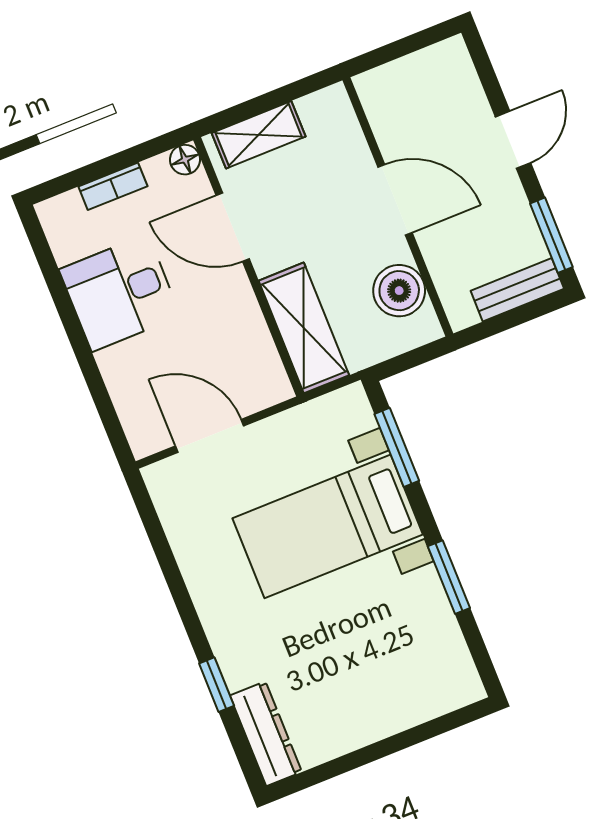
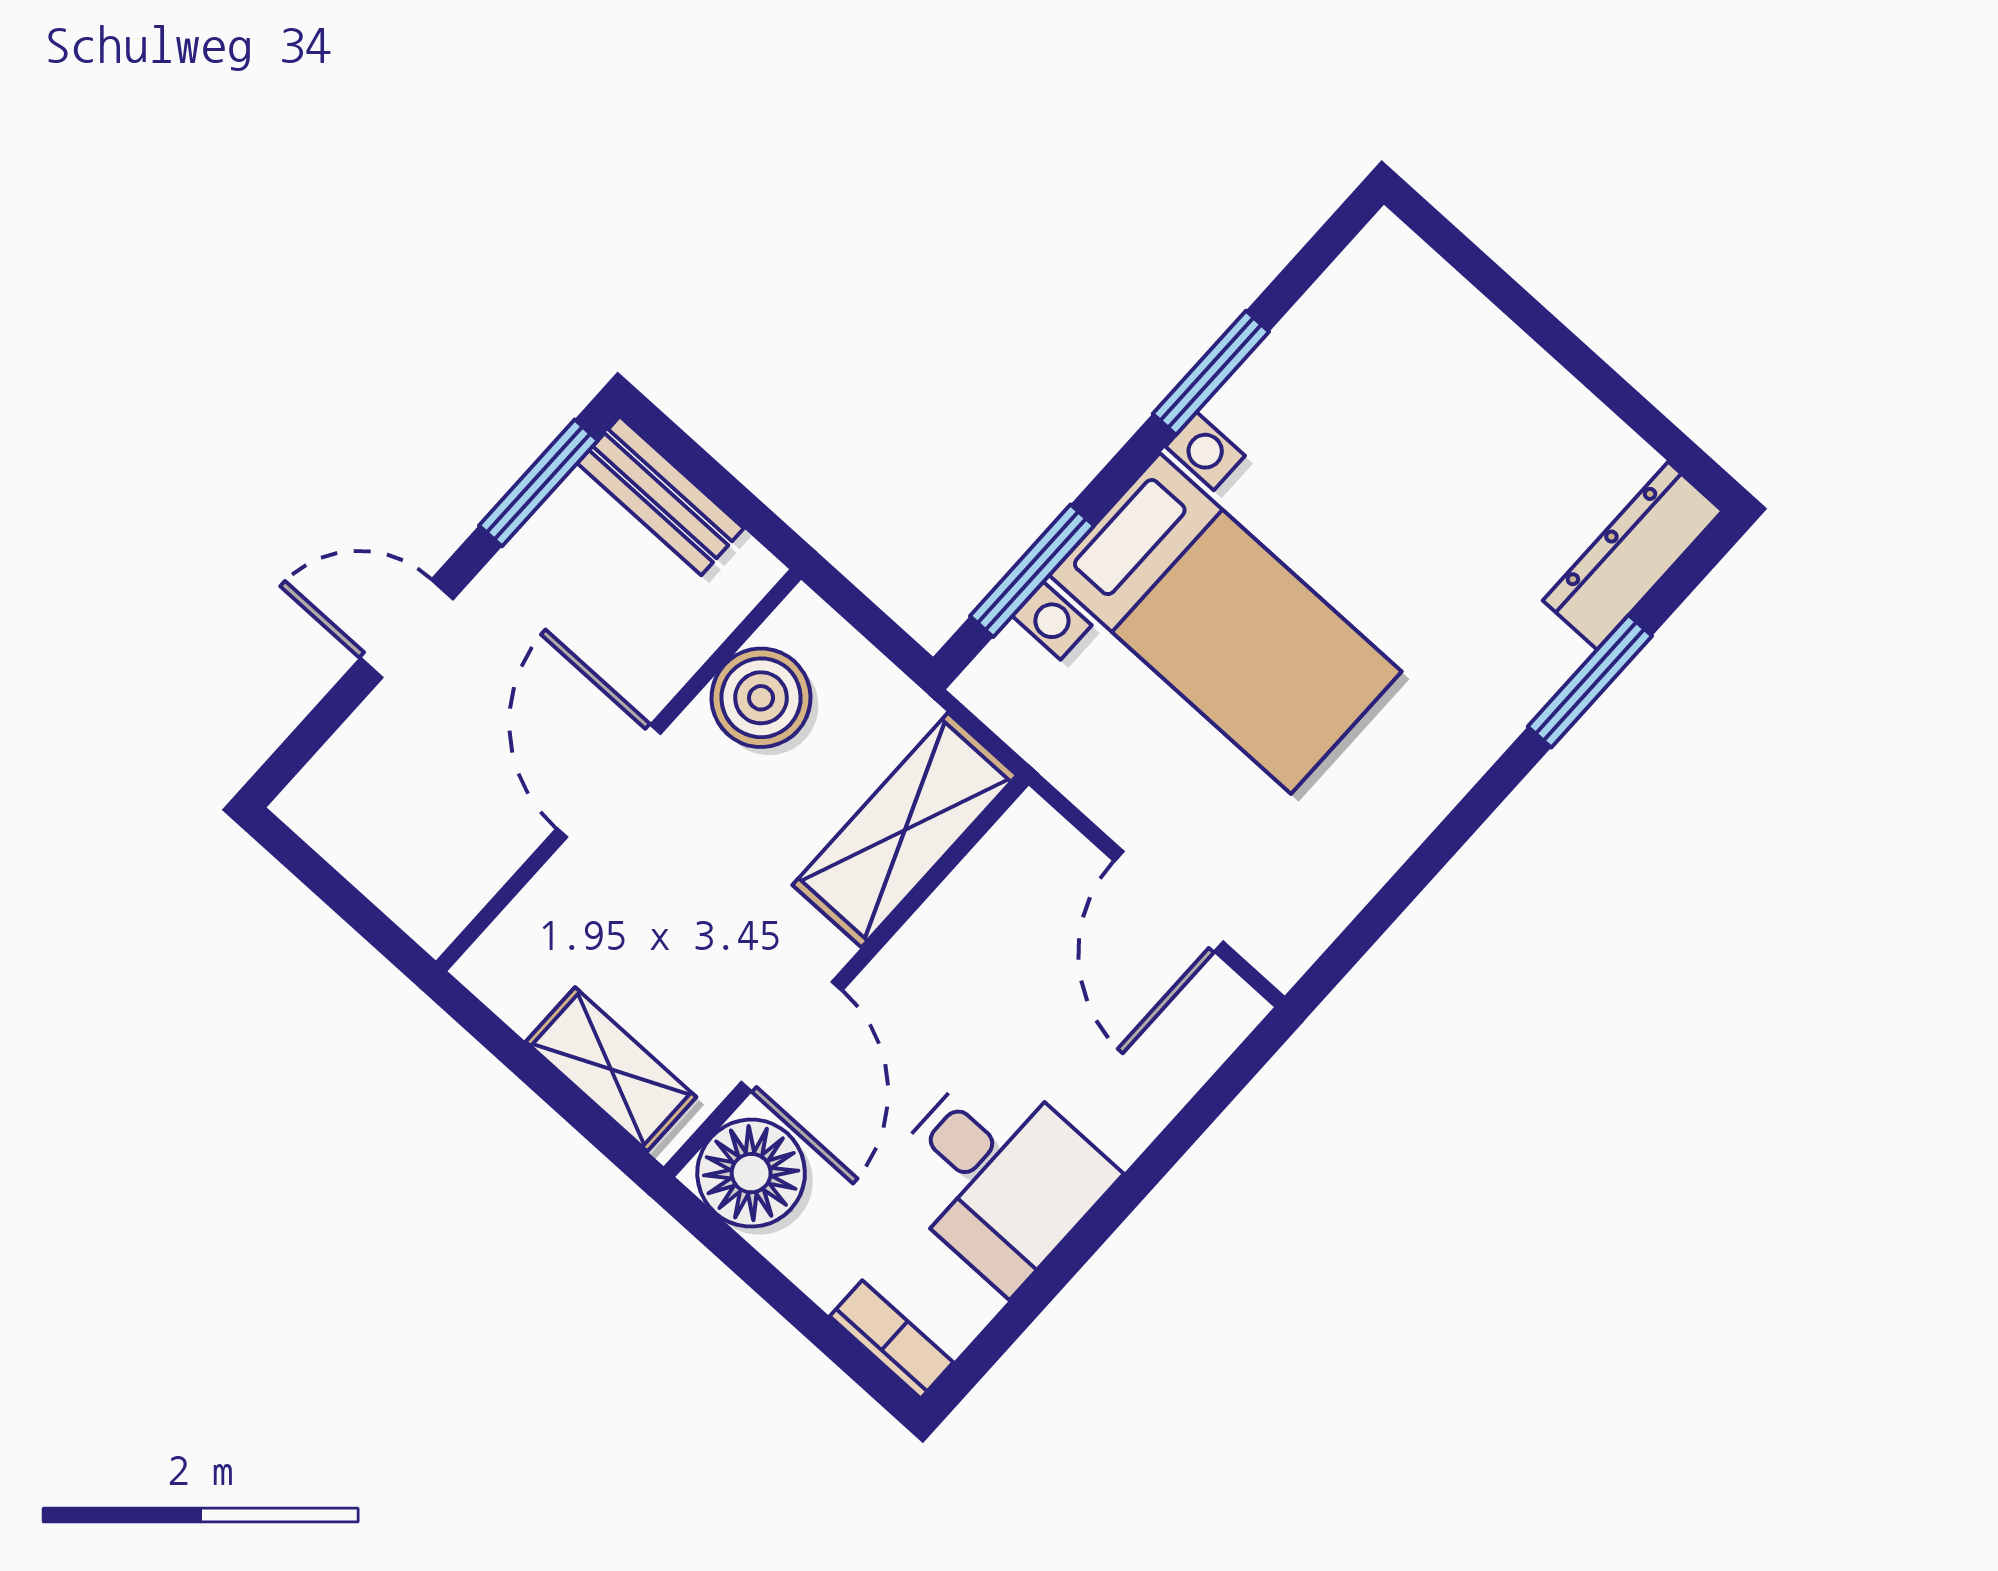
floor lamp: (185, 160) -> (751, 1173), width x1.89, depth x1.89
bookcase: (113, 186) -> (892, 1339), moved
window: (217, 685) -> (1590, 681), width x1.50

